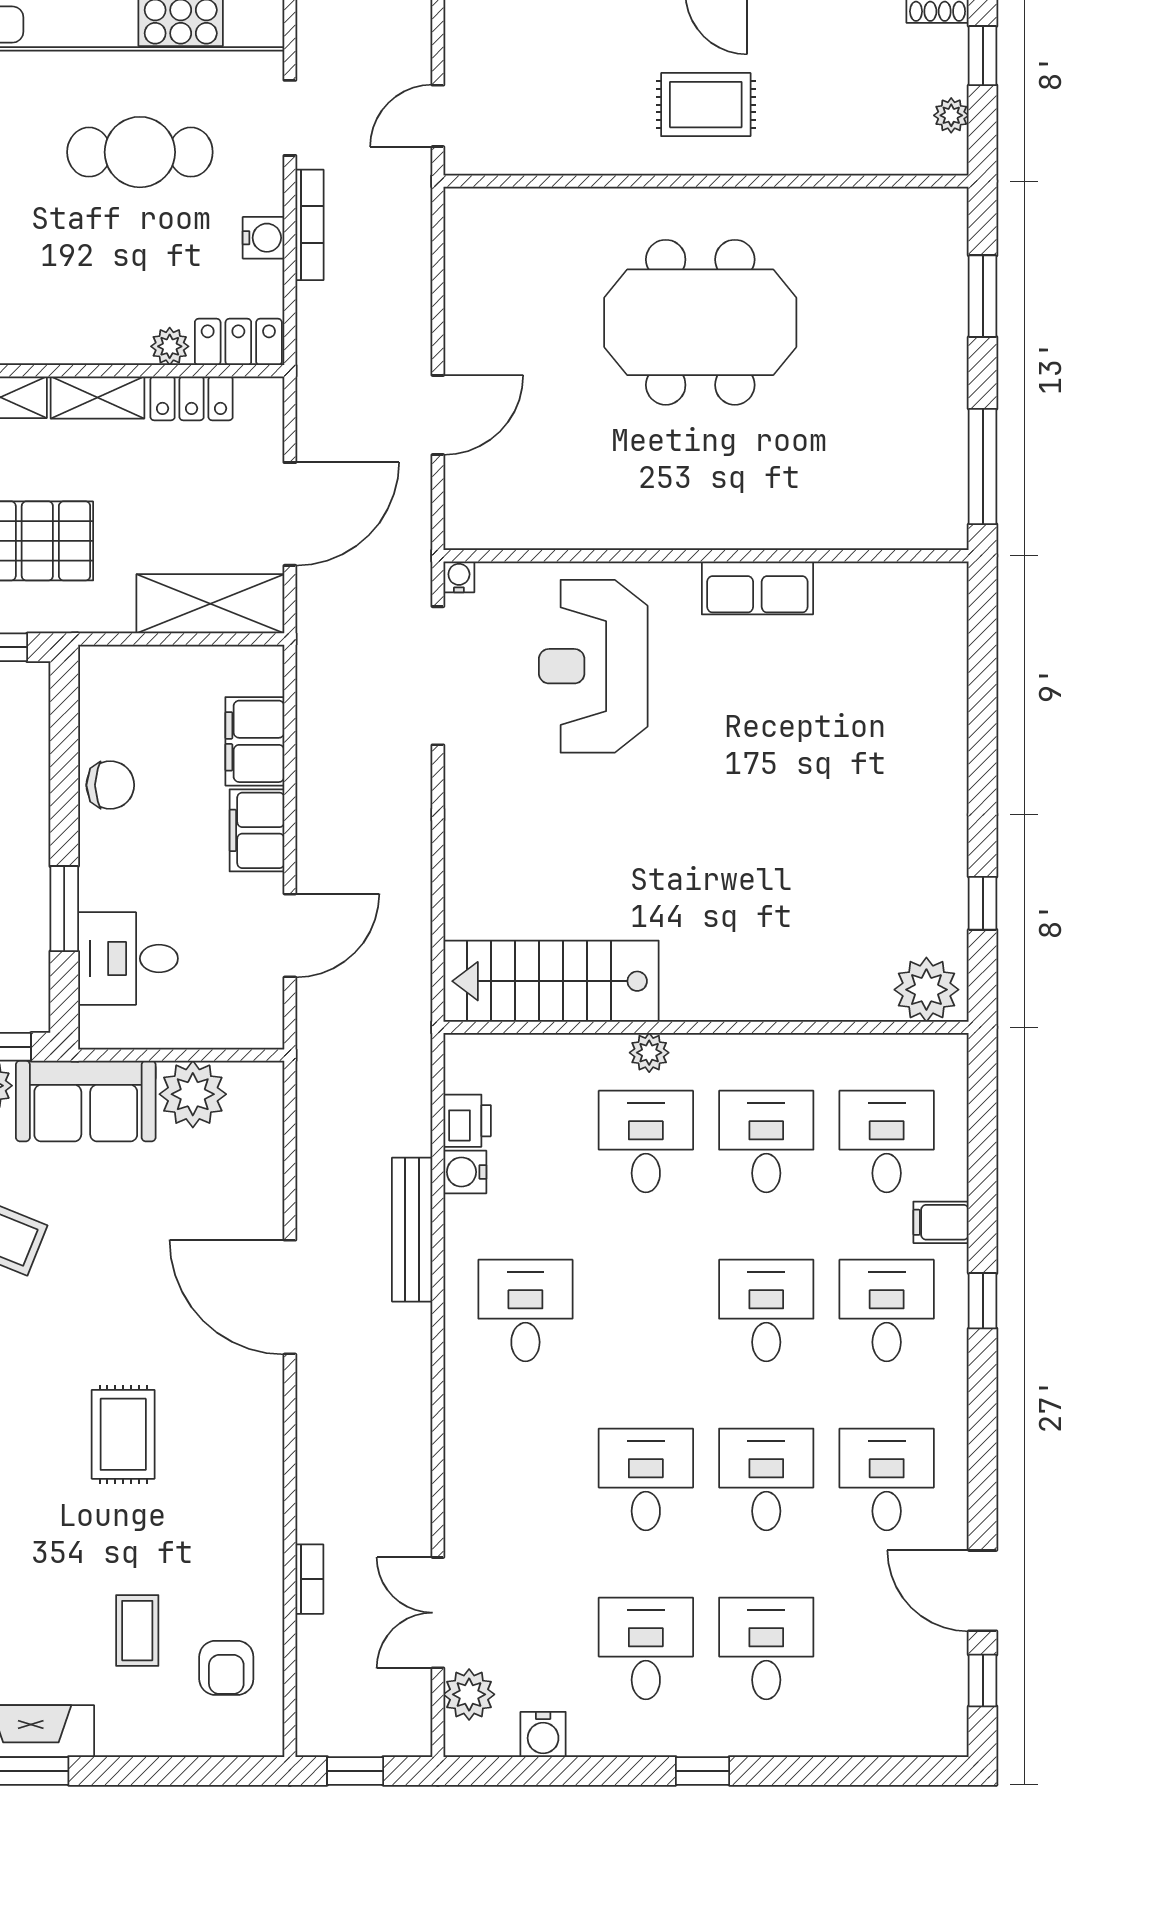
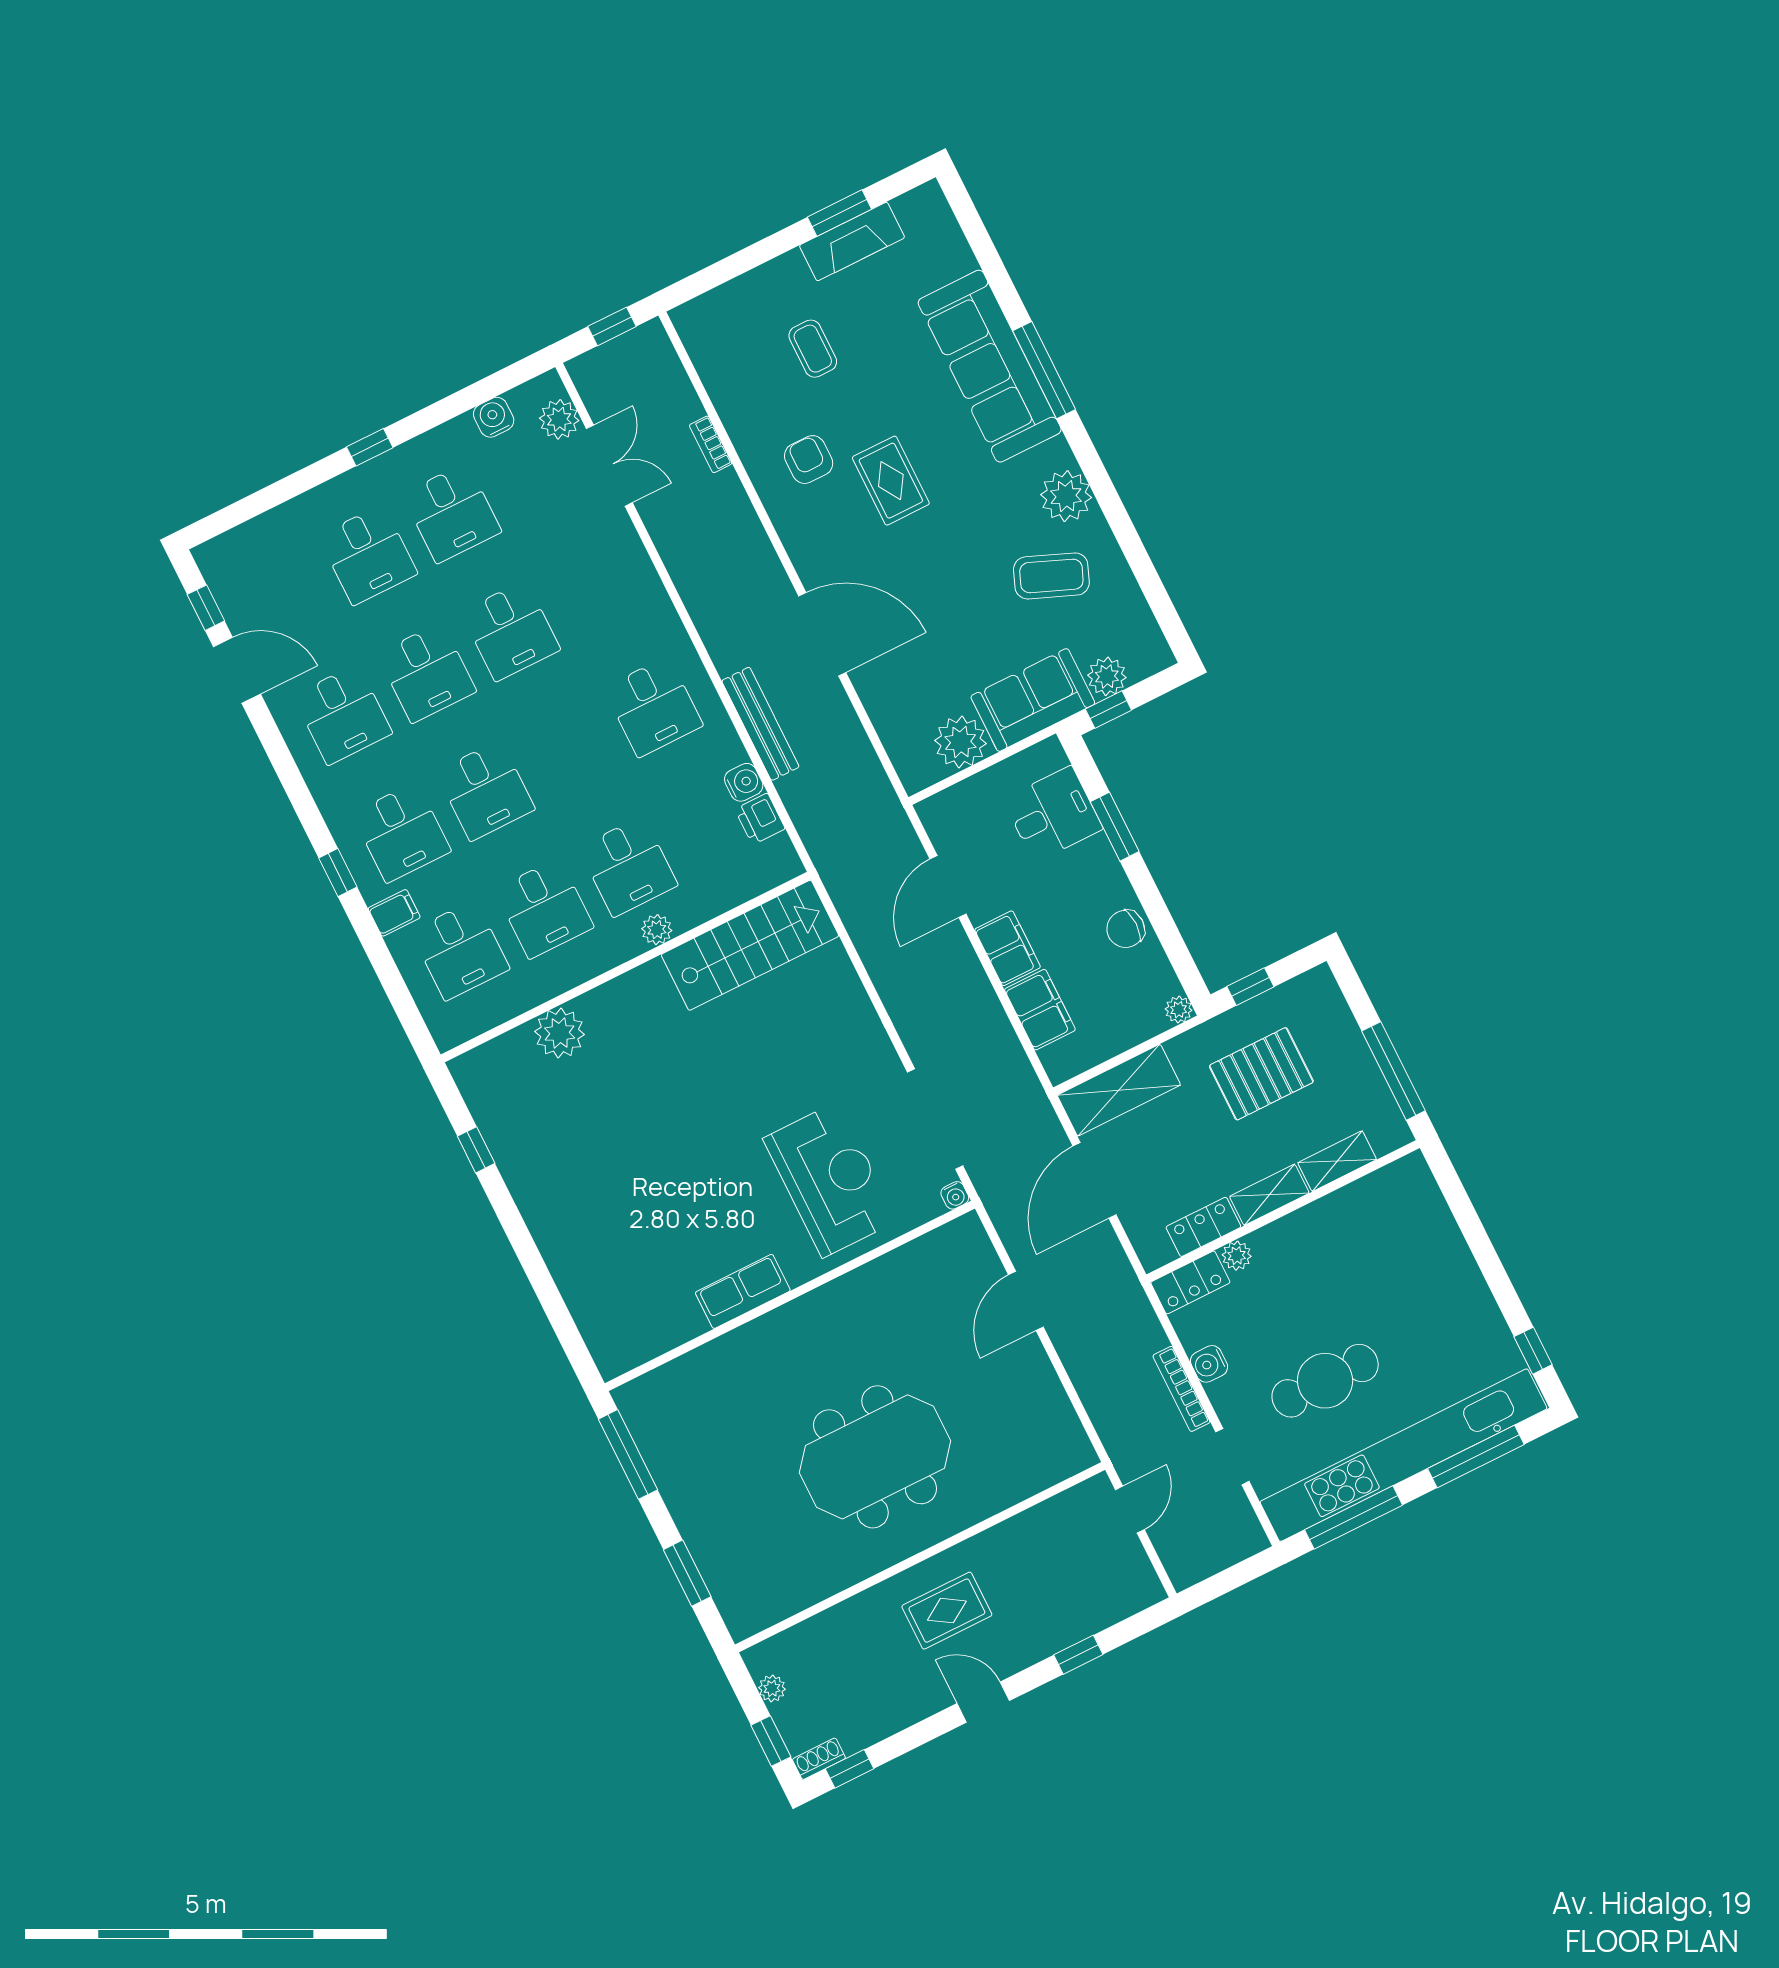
plant: (96, 662) -> (1179, 1010), added
plant: (926, 990) -> (560, 1033), moved
armchair: (226, 1668) -> (809, 460), moved

